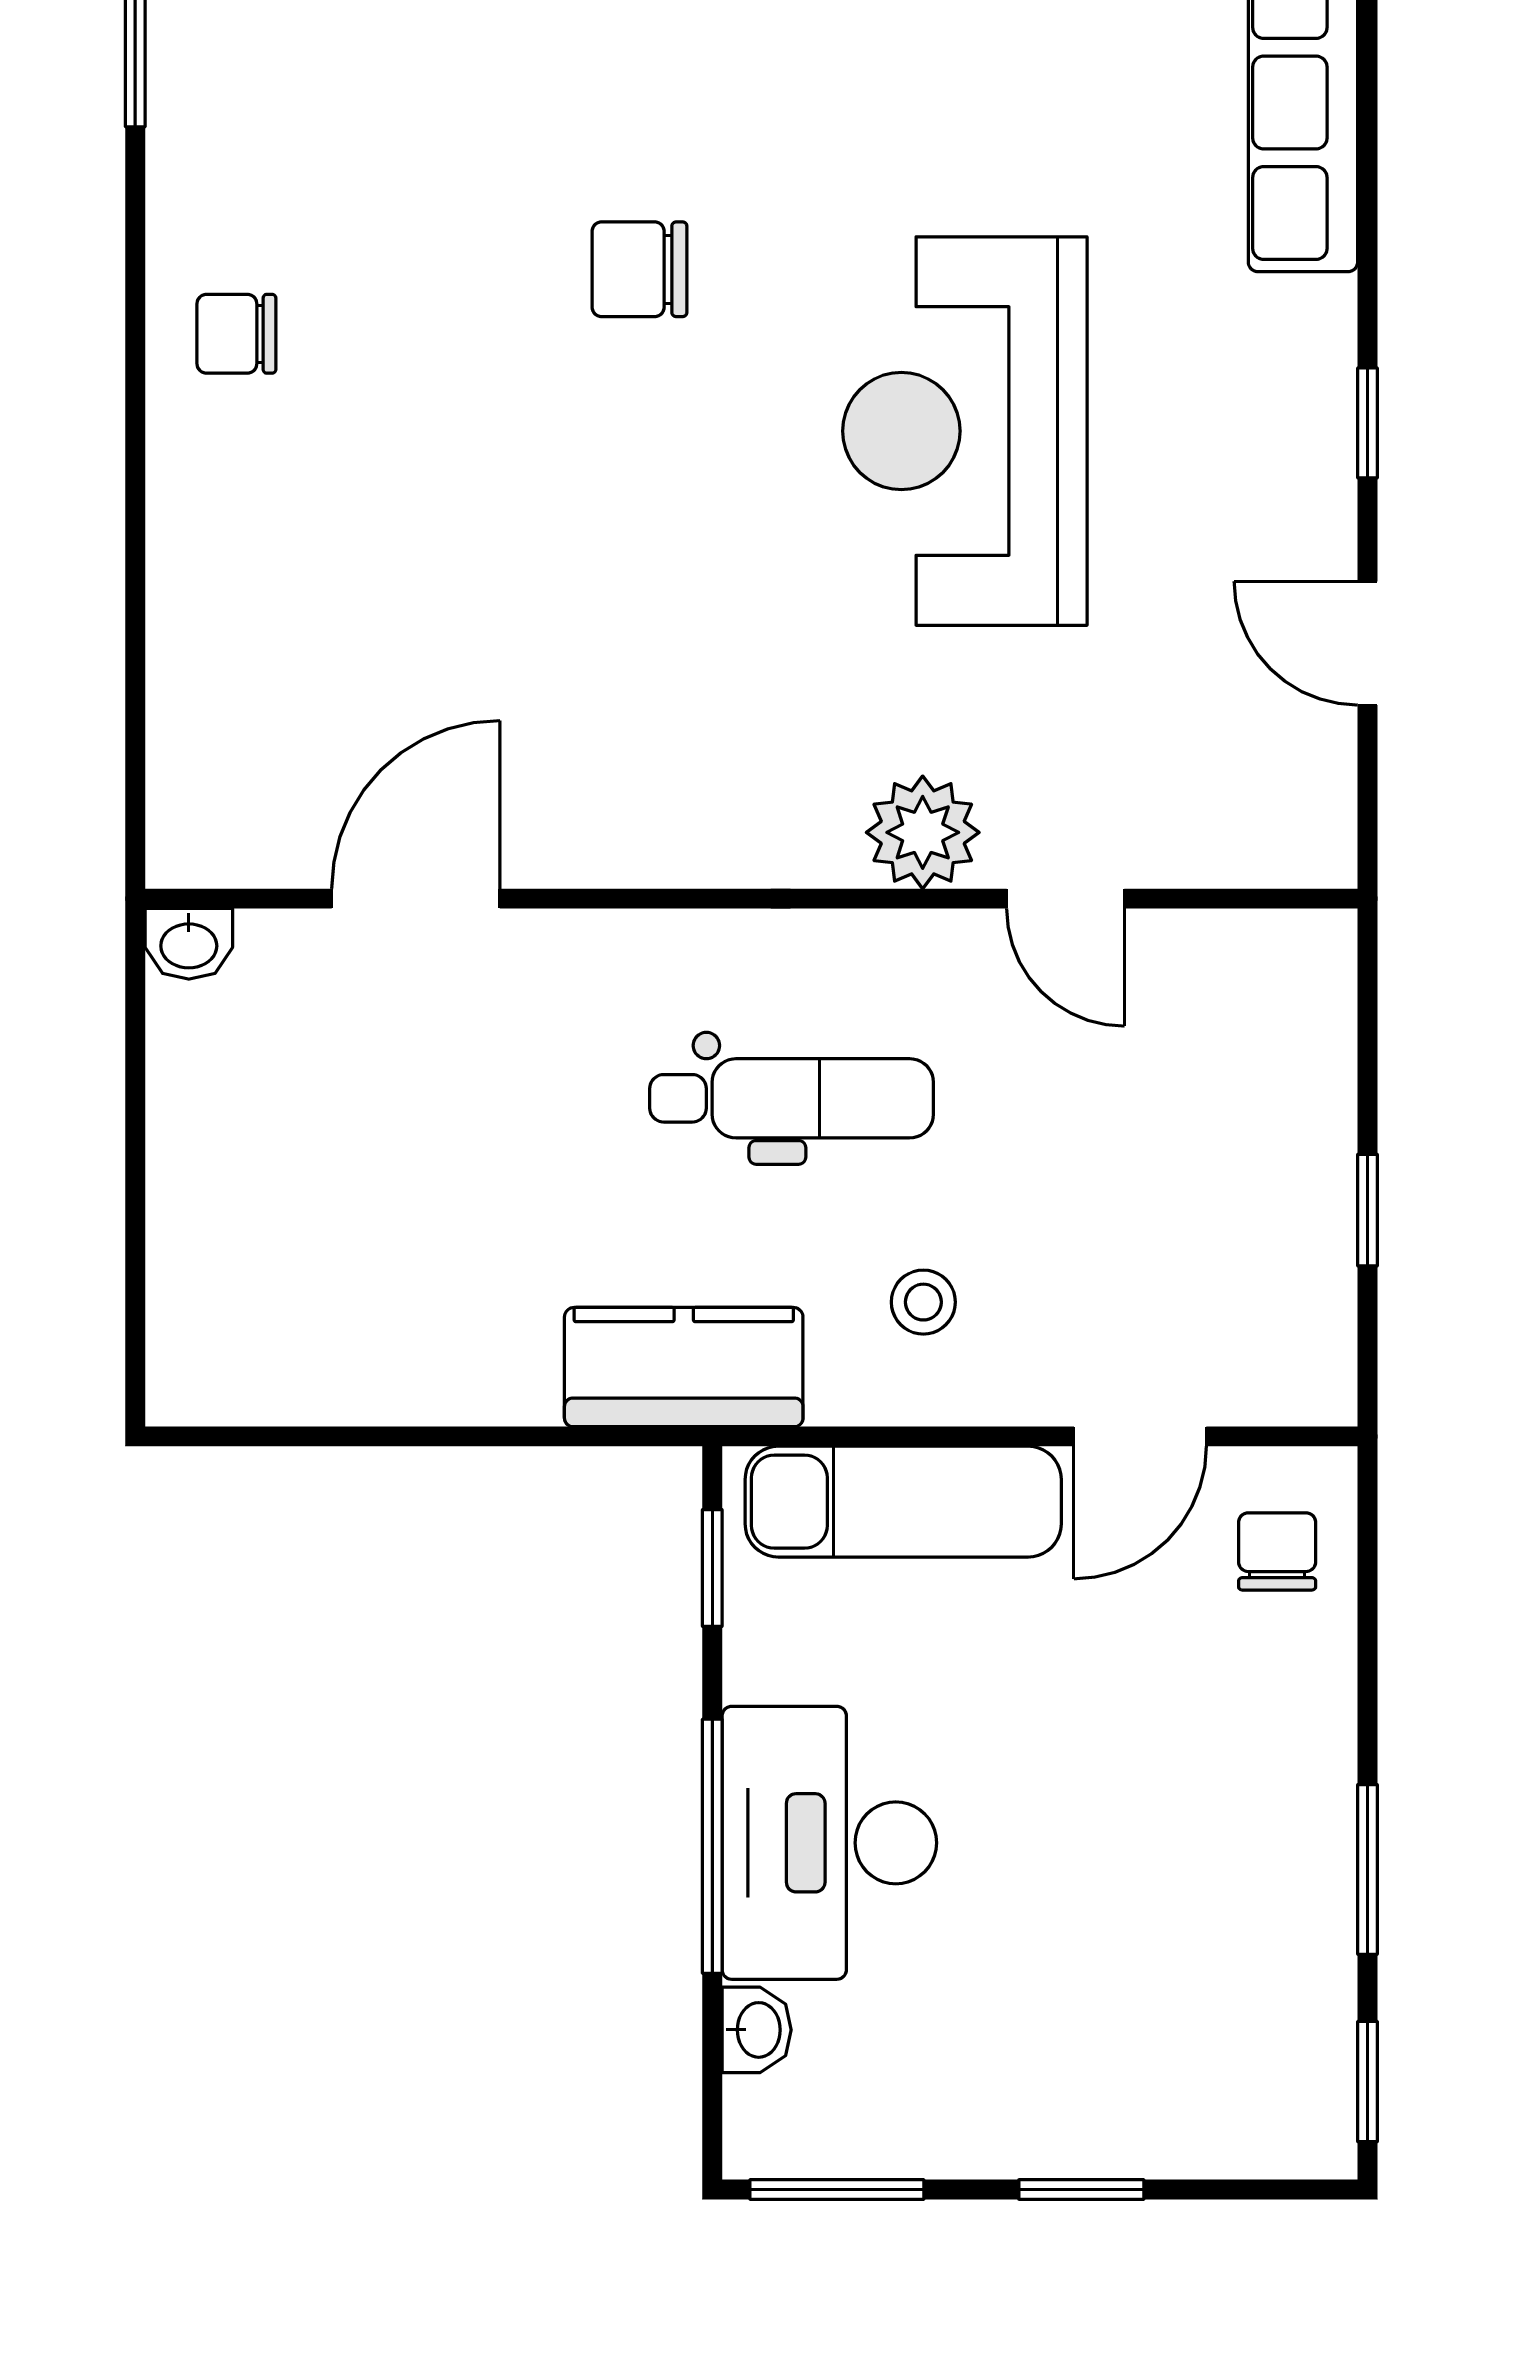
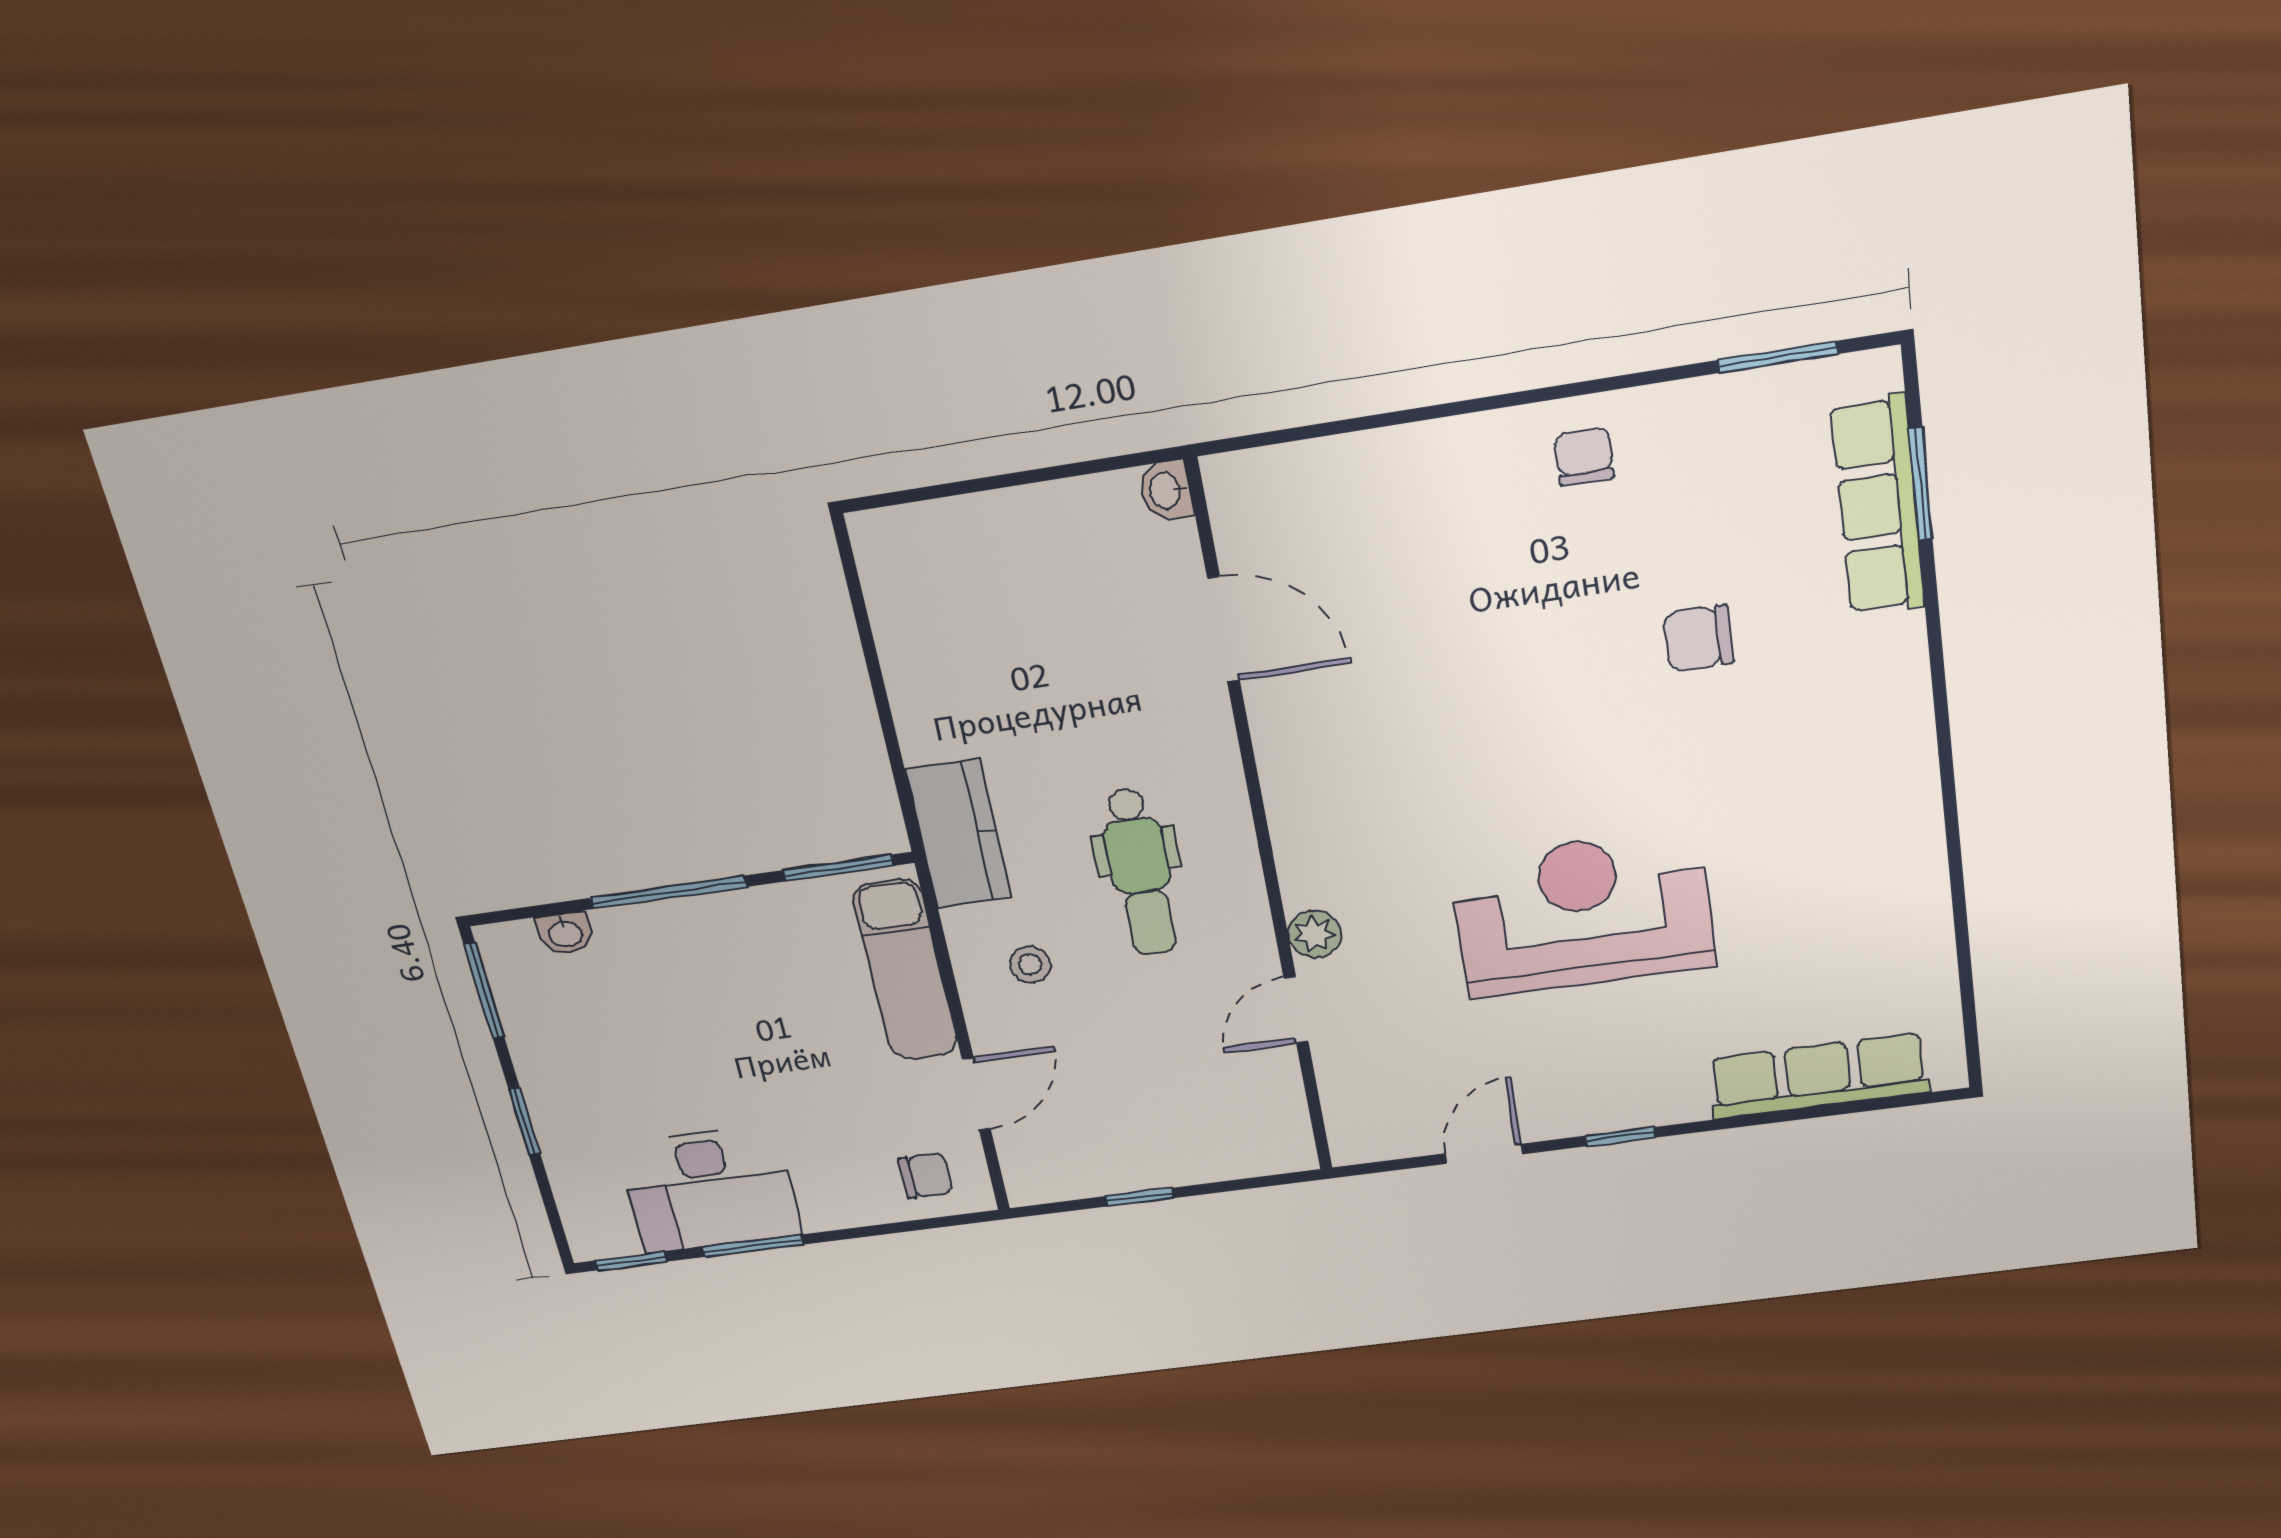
chair: (640, 269) -> (1699, 638), moved, turned -90
plant: (923, 832) -> (1314, 934), width x0.73, depth x0.73
door: (1140, 1436) -> (976, 1094), swing flipped
window: (712, 1568) -> (838, 868), width x1.50
desk: (829, 1843) -> (709, 1189), moved, turned 180

